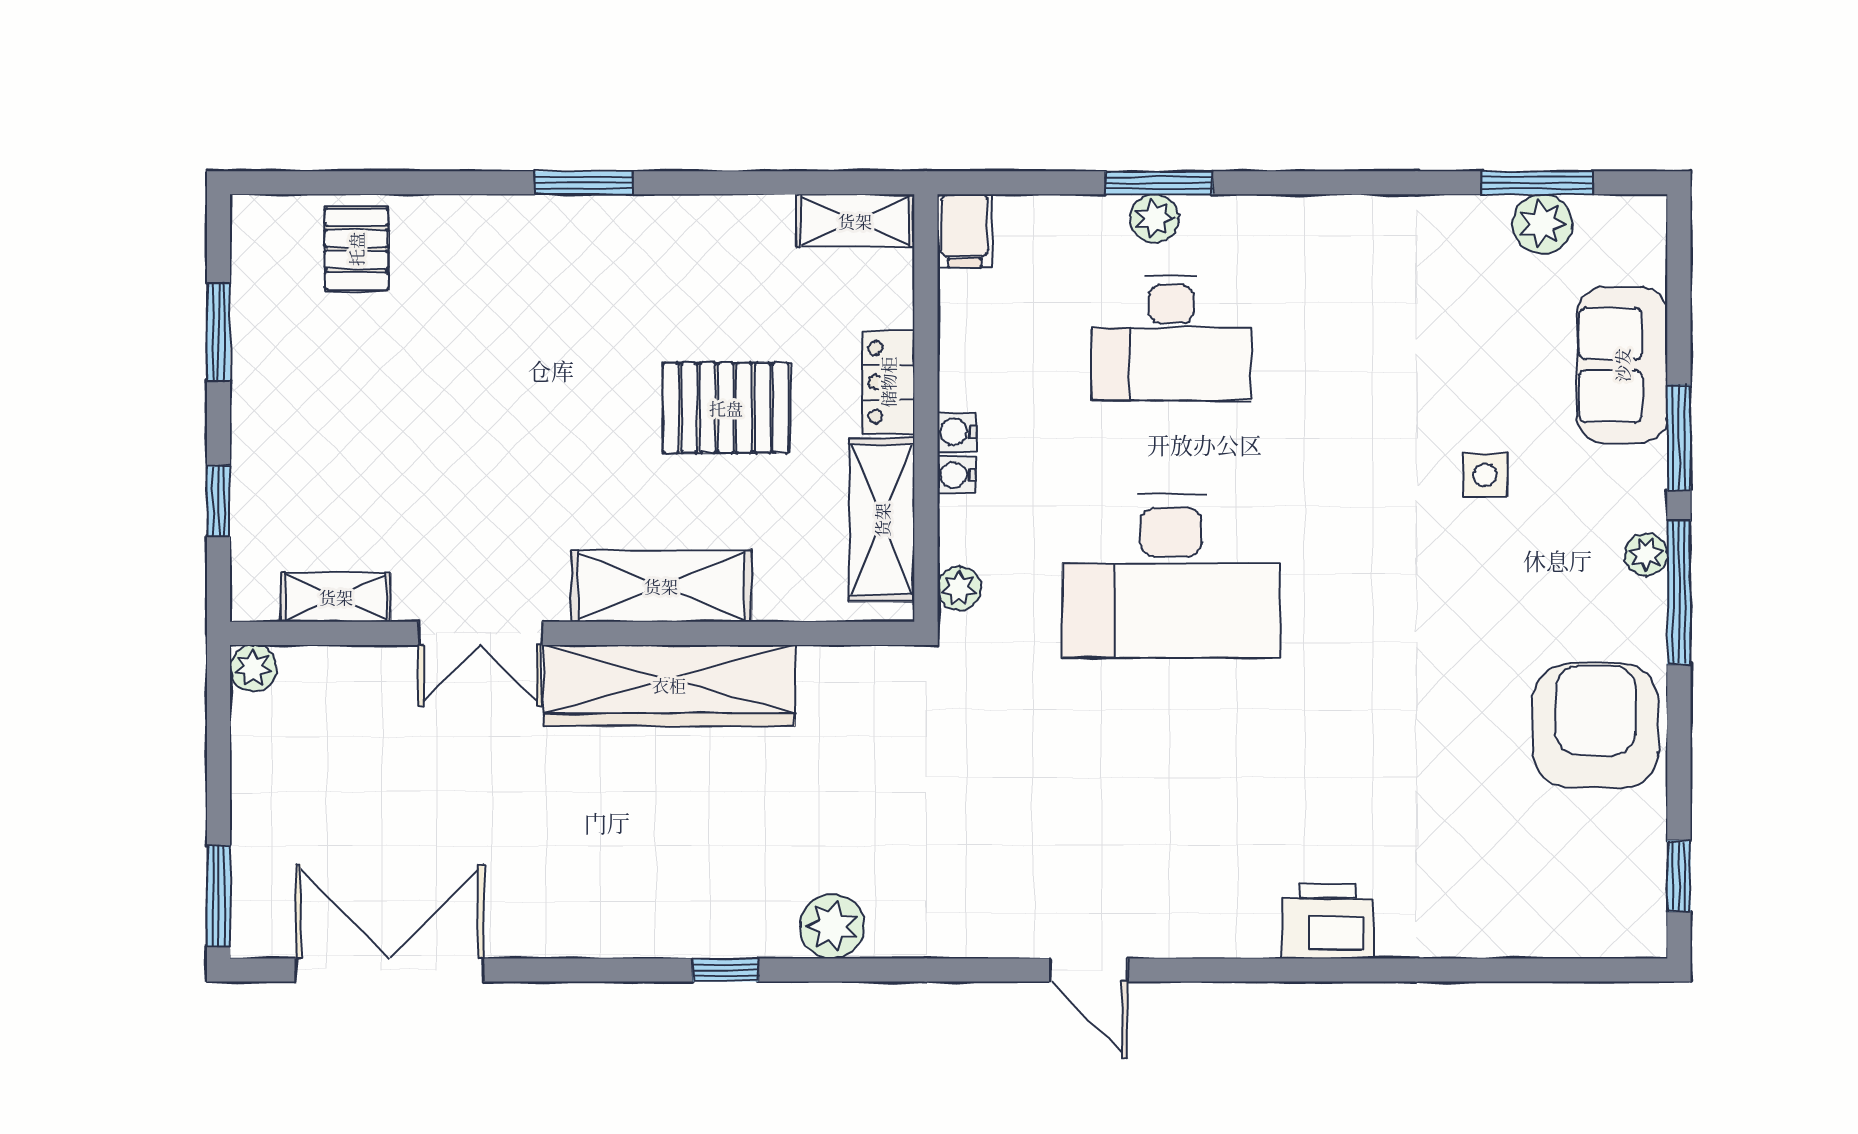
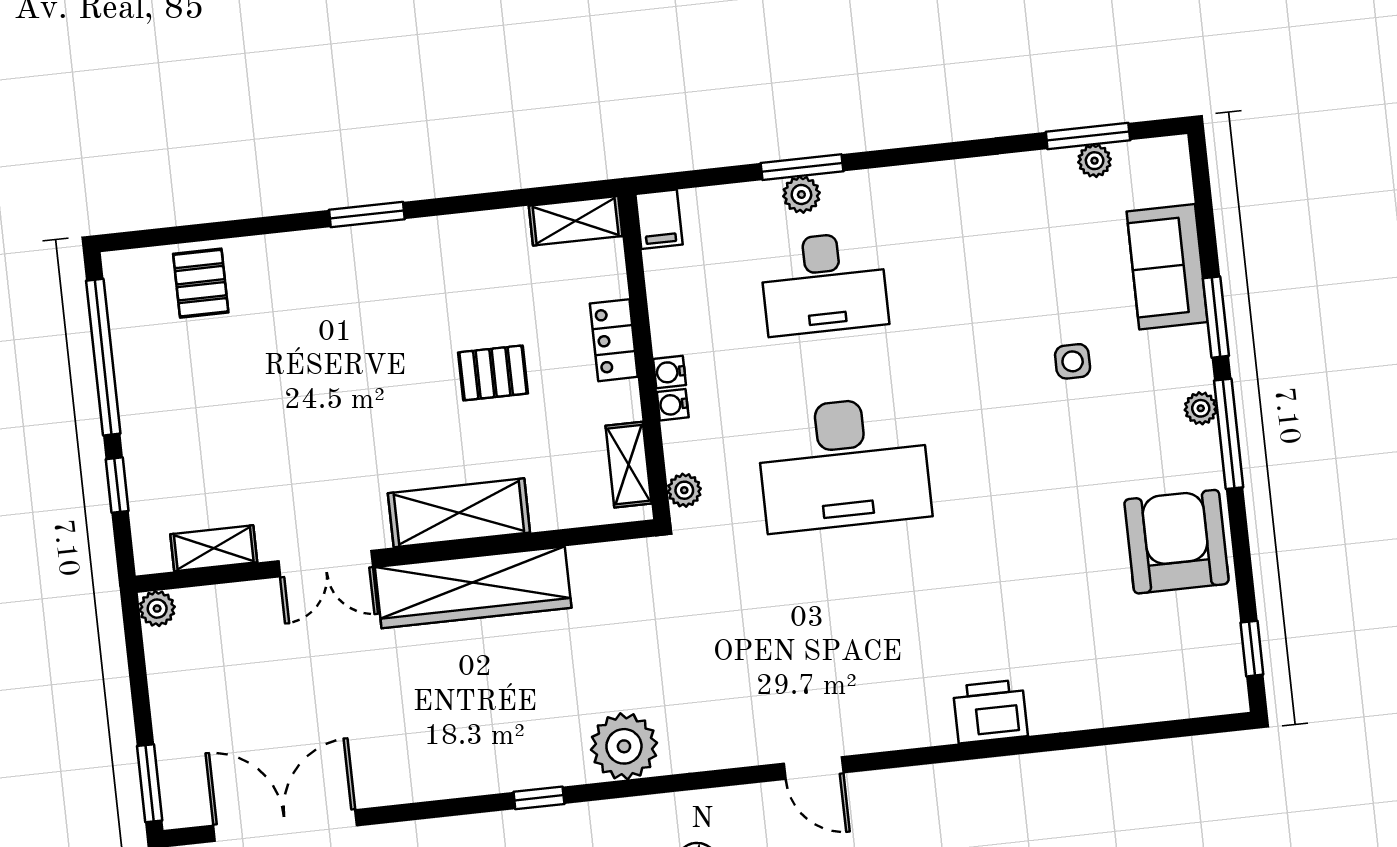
plant: (1542, 224) -> (1095, 161), width x0.73, depth x0.73
window: (218, 332) -> (103, 357), width x2.11
pallet: (726, 408) -> (493, 373), width x0.67, depth x0.71
shelving: (882, 520) -> (629, 465), width x0.67, depth x0.75
plant: (832, 926) -> (624, 746), width x1.36, depth x1.36

